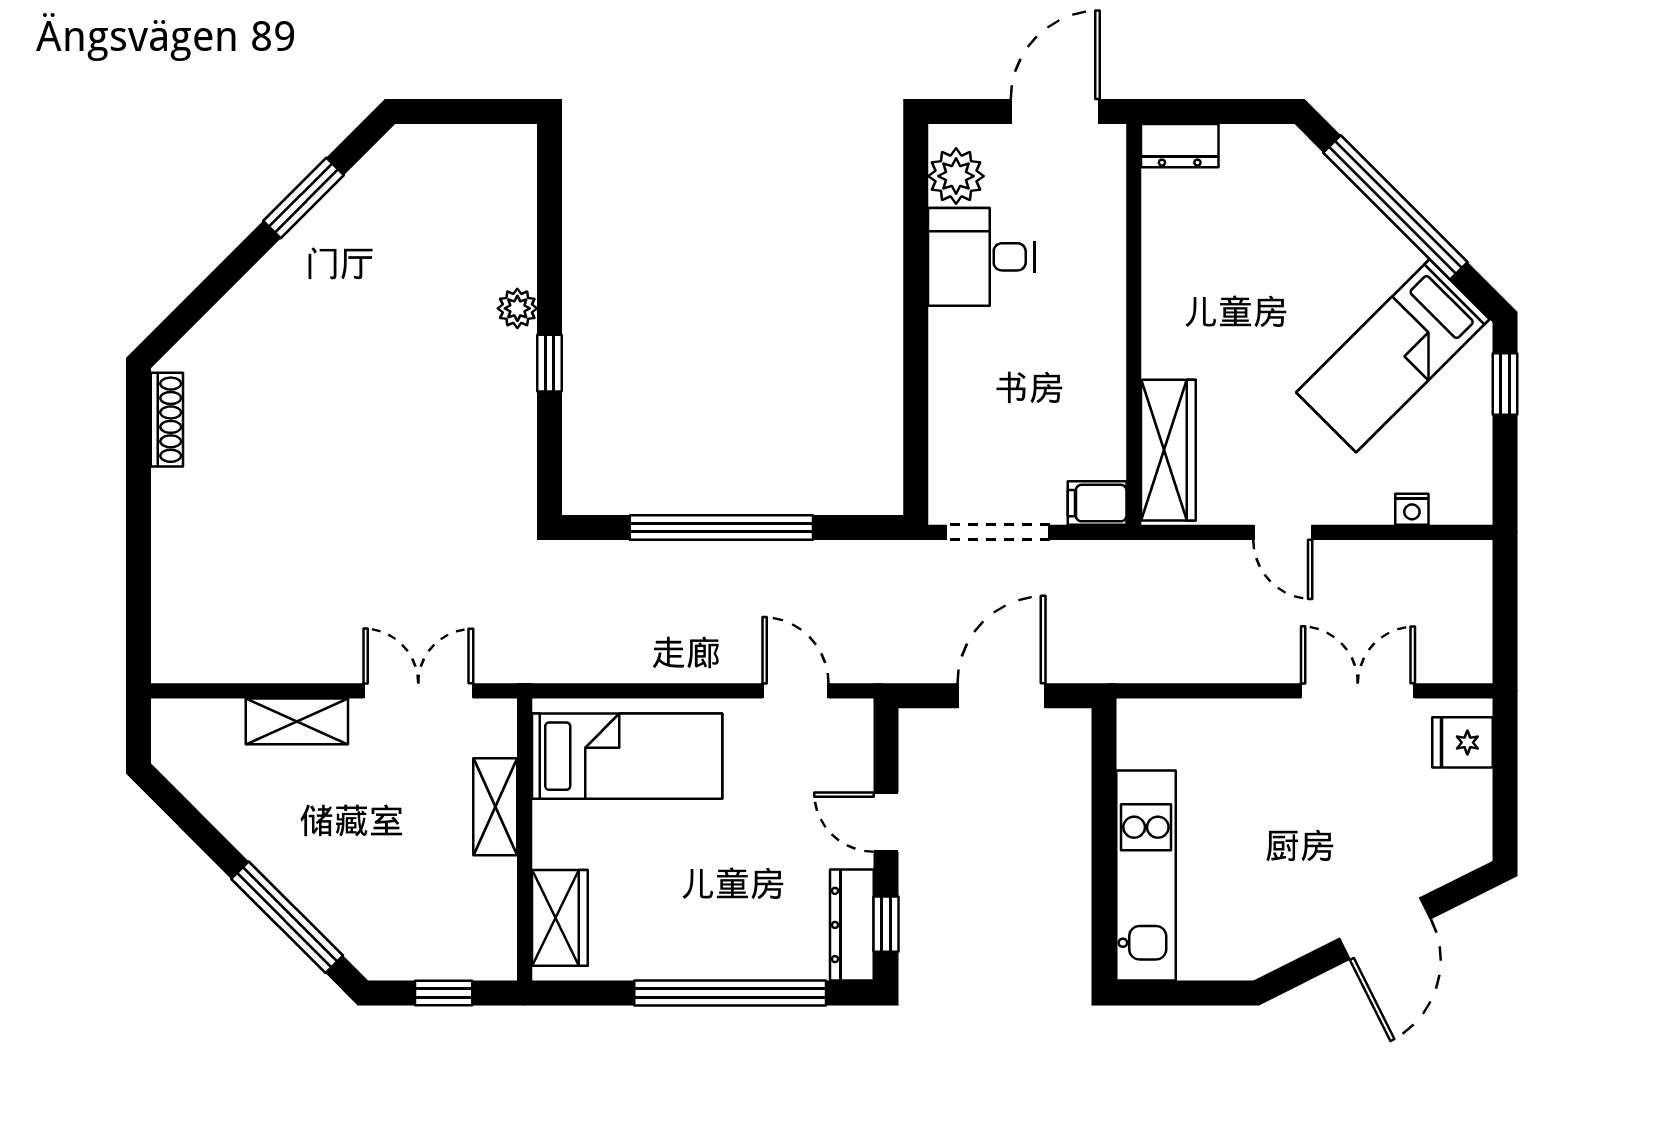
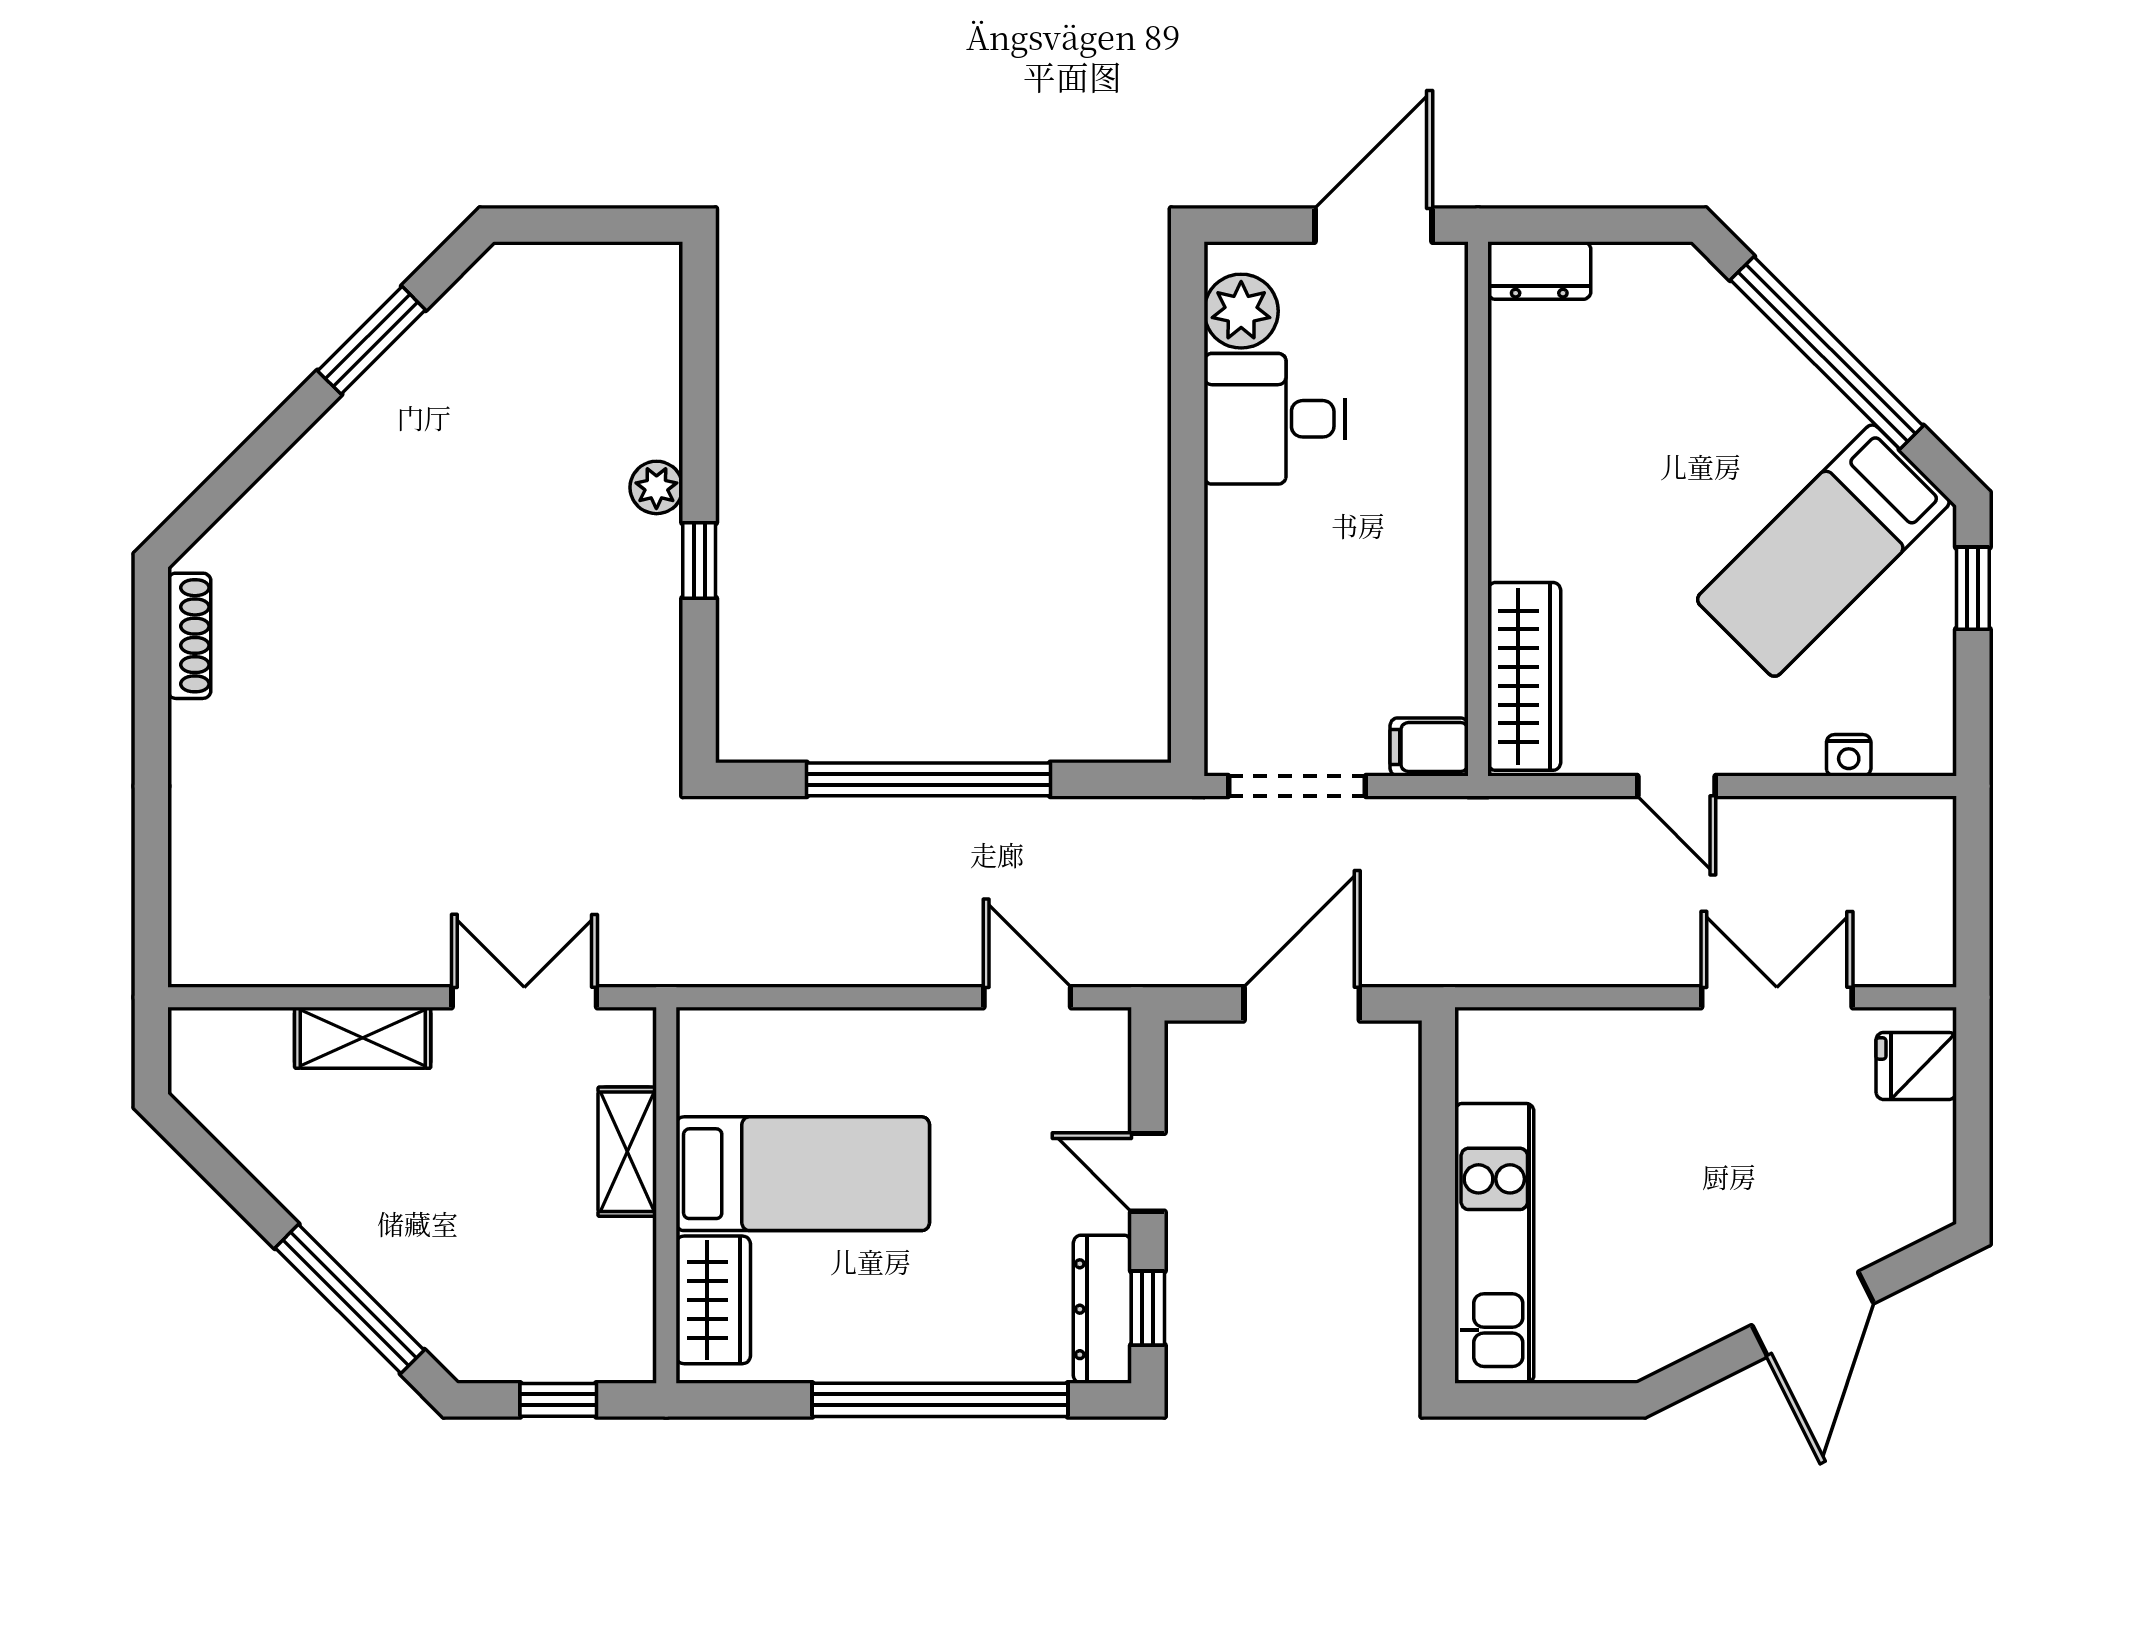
bed: (627, 756) -> (803, 1174), moved

